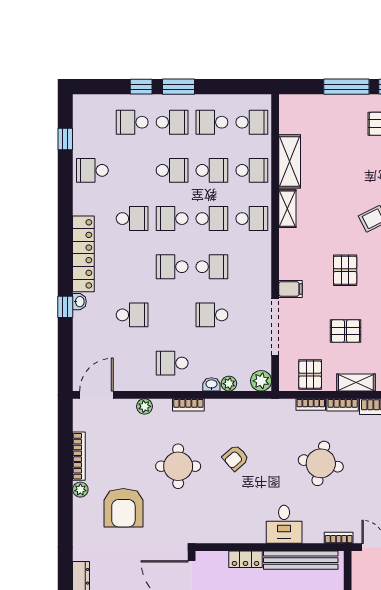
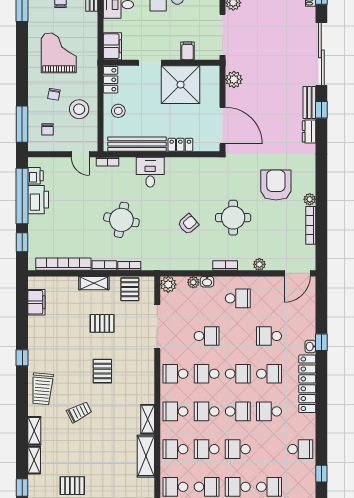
school desk: (132, 267) -> (269, 374), added
school desk: (252, 267) -> (175, 374), added
filing cabinet: (290, 289) -> (145, 356), removed

